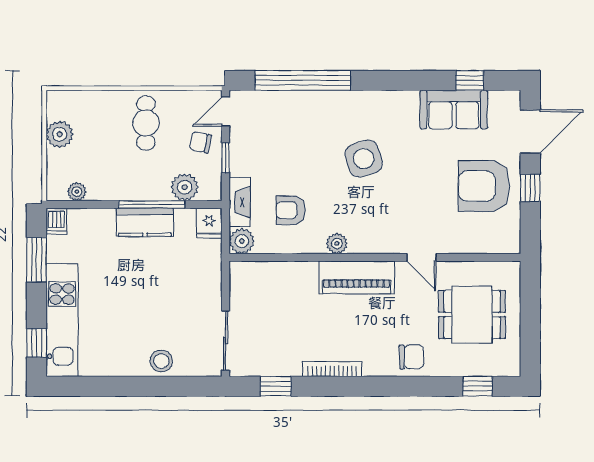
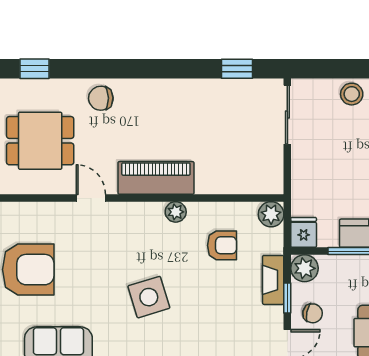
plant: (185, 187) -> (305, 268), moved
fireplace: (240, 202) -> (273, 280), moved
bookcase: (332, 369) -> (180, 86), removed

